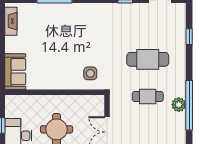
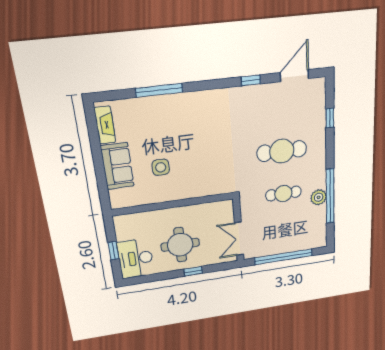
sofa: (15, 72) -> (117, 166), moved
side table: (90, 73) -> (161, 167), moved

